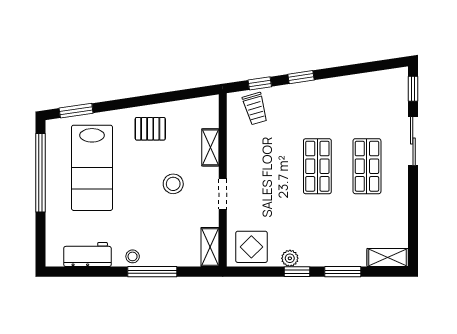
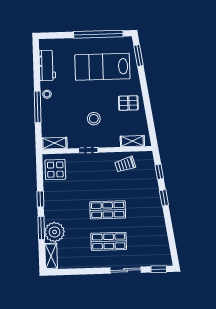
trolley: (255, 109) -> (125, 164), moved
pallet: (150, 129) -> (128, 103), turned 90
shelving: (210, 147) -> (132, 141), moved
plant: (290, 258) -> (55, 232), moved, width x1.87, depth x1.87

